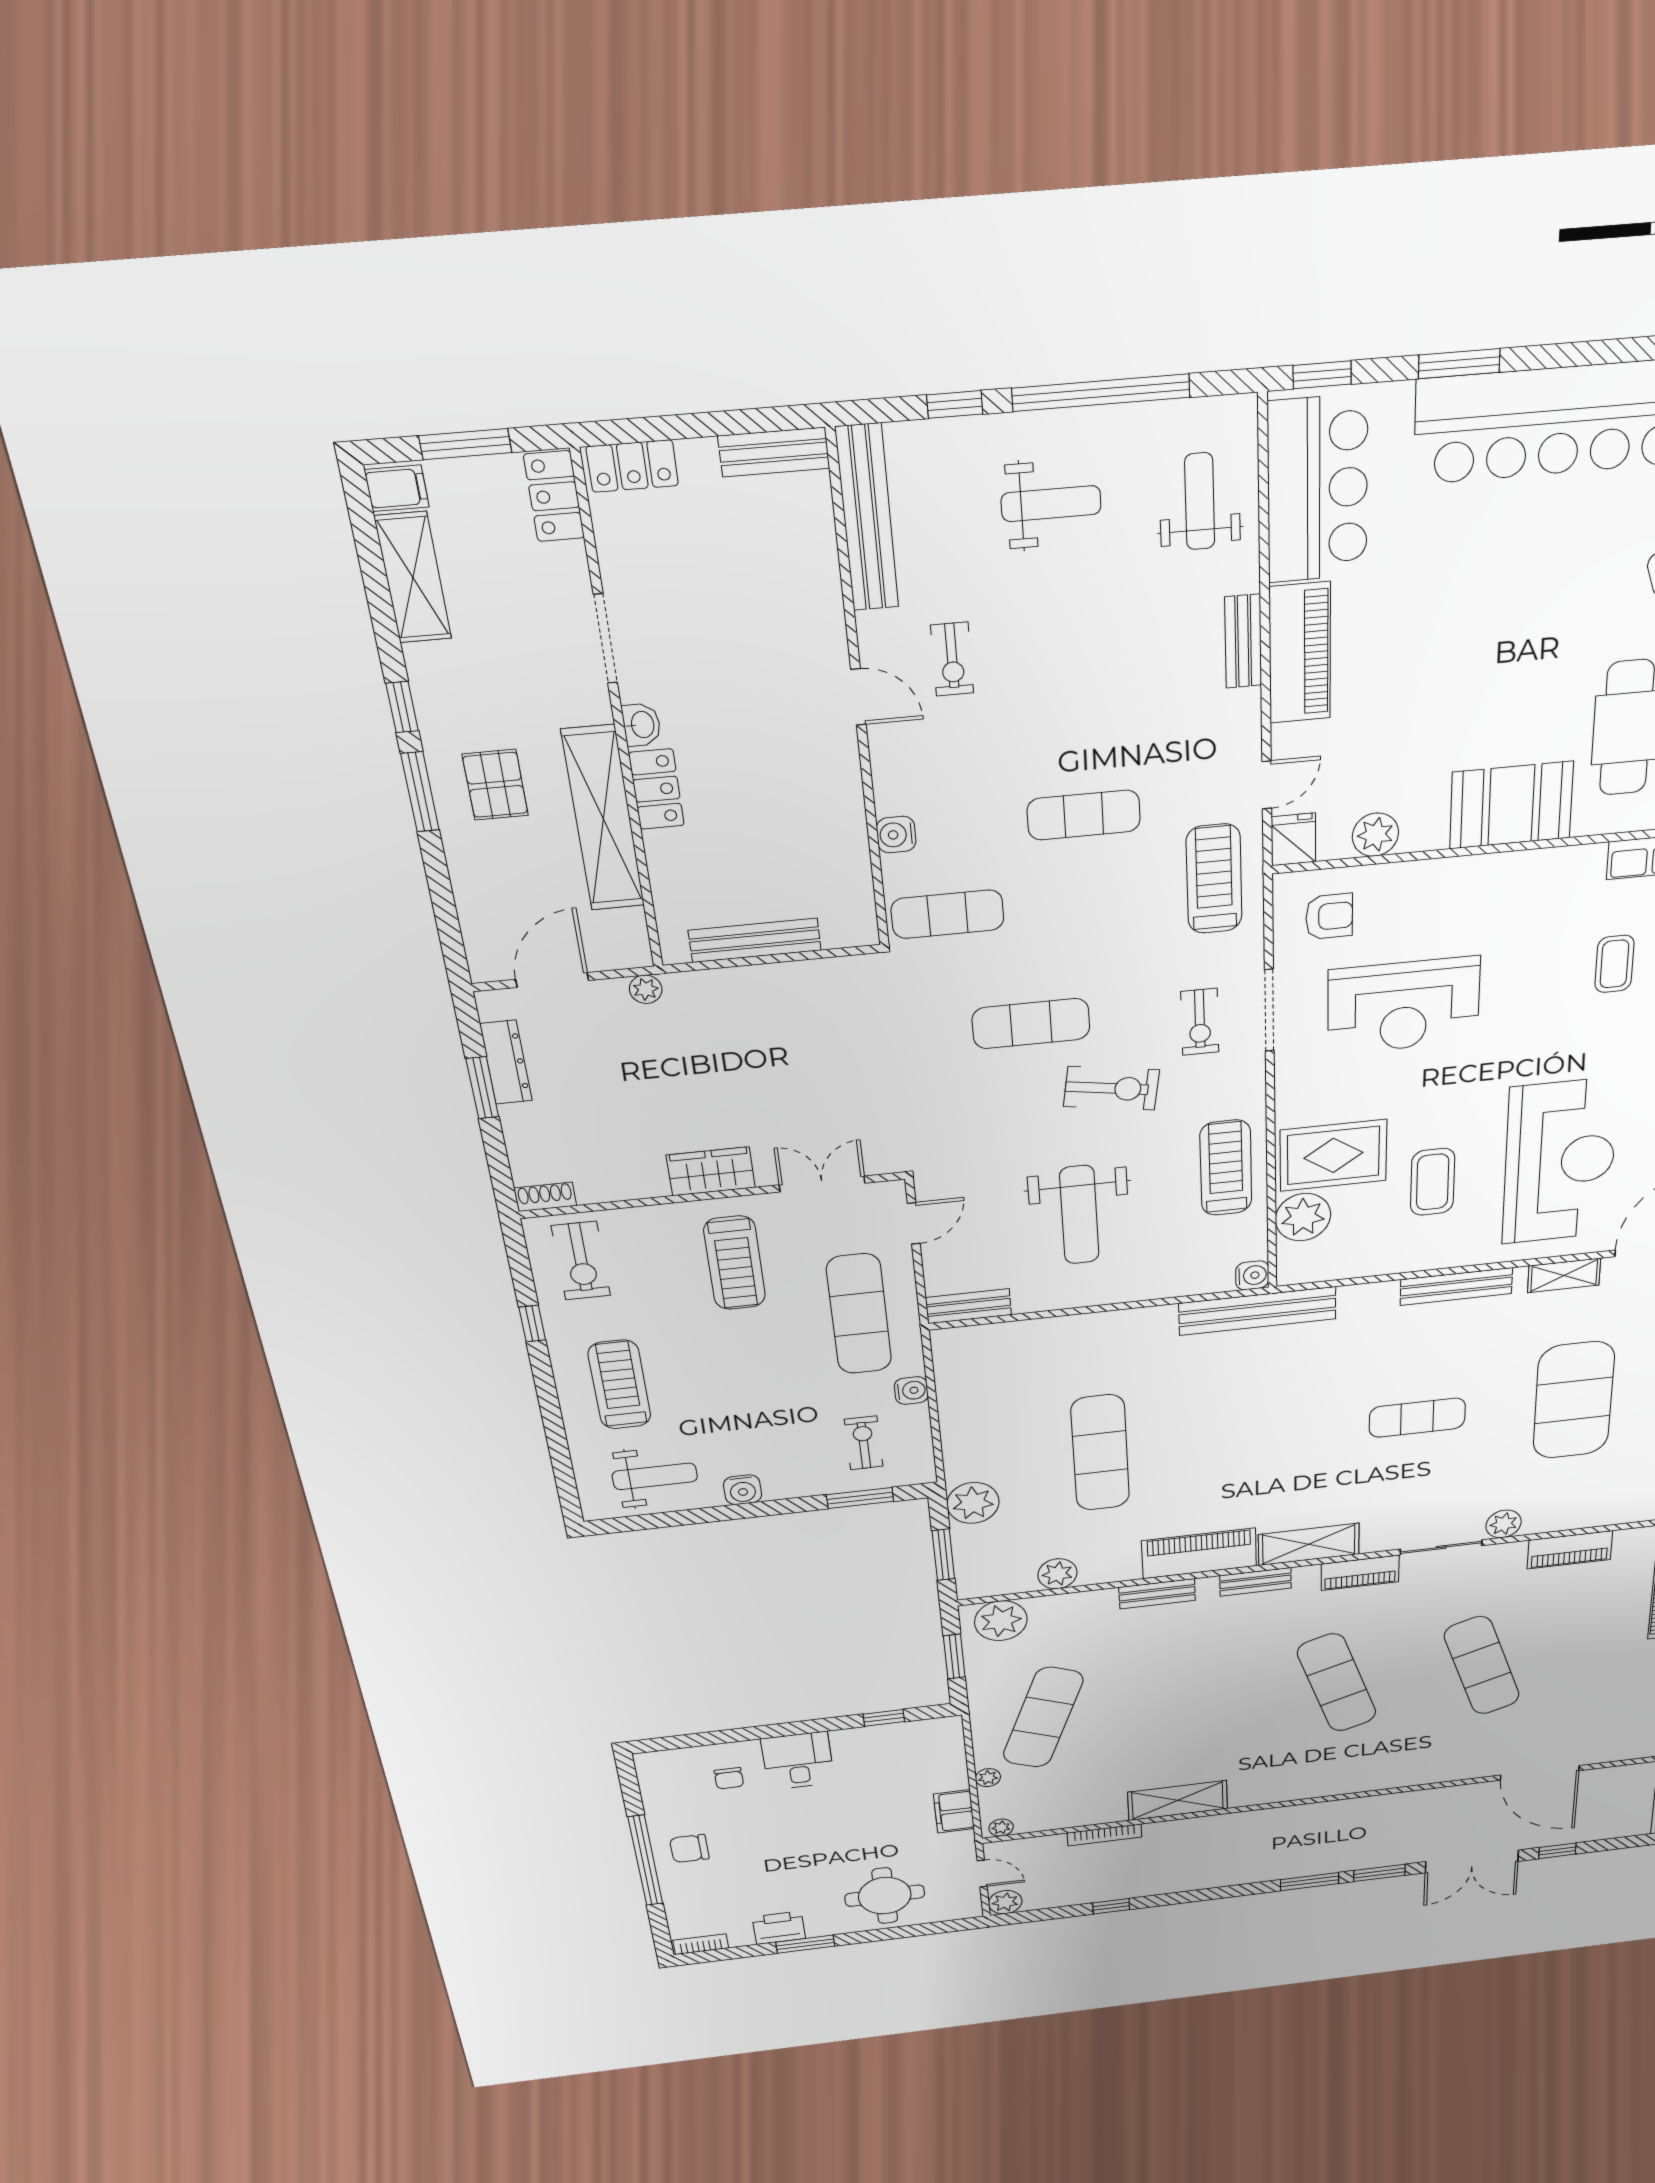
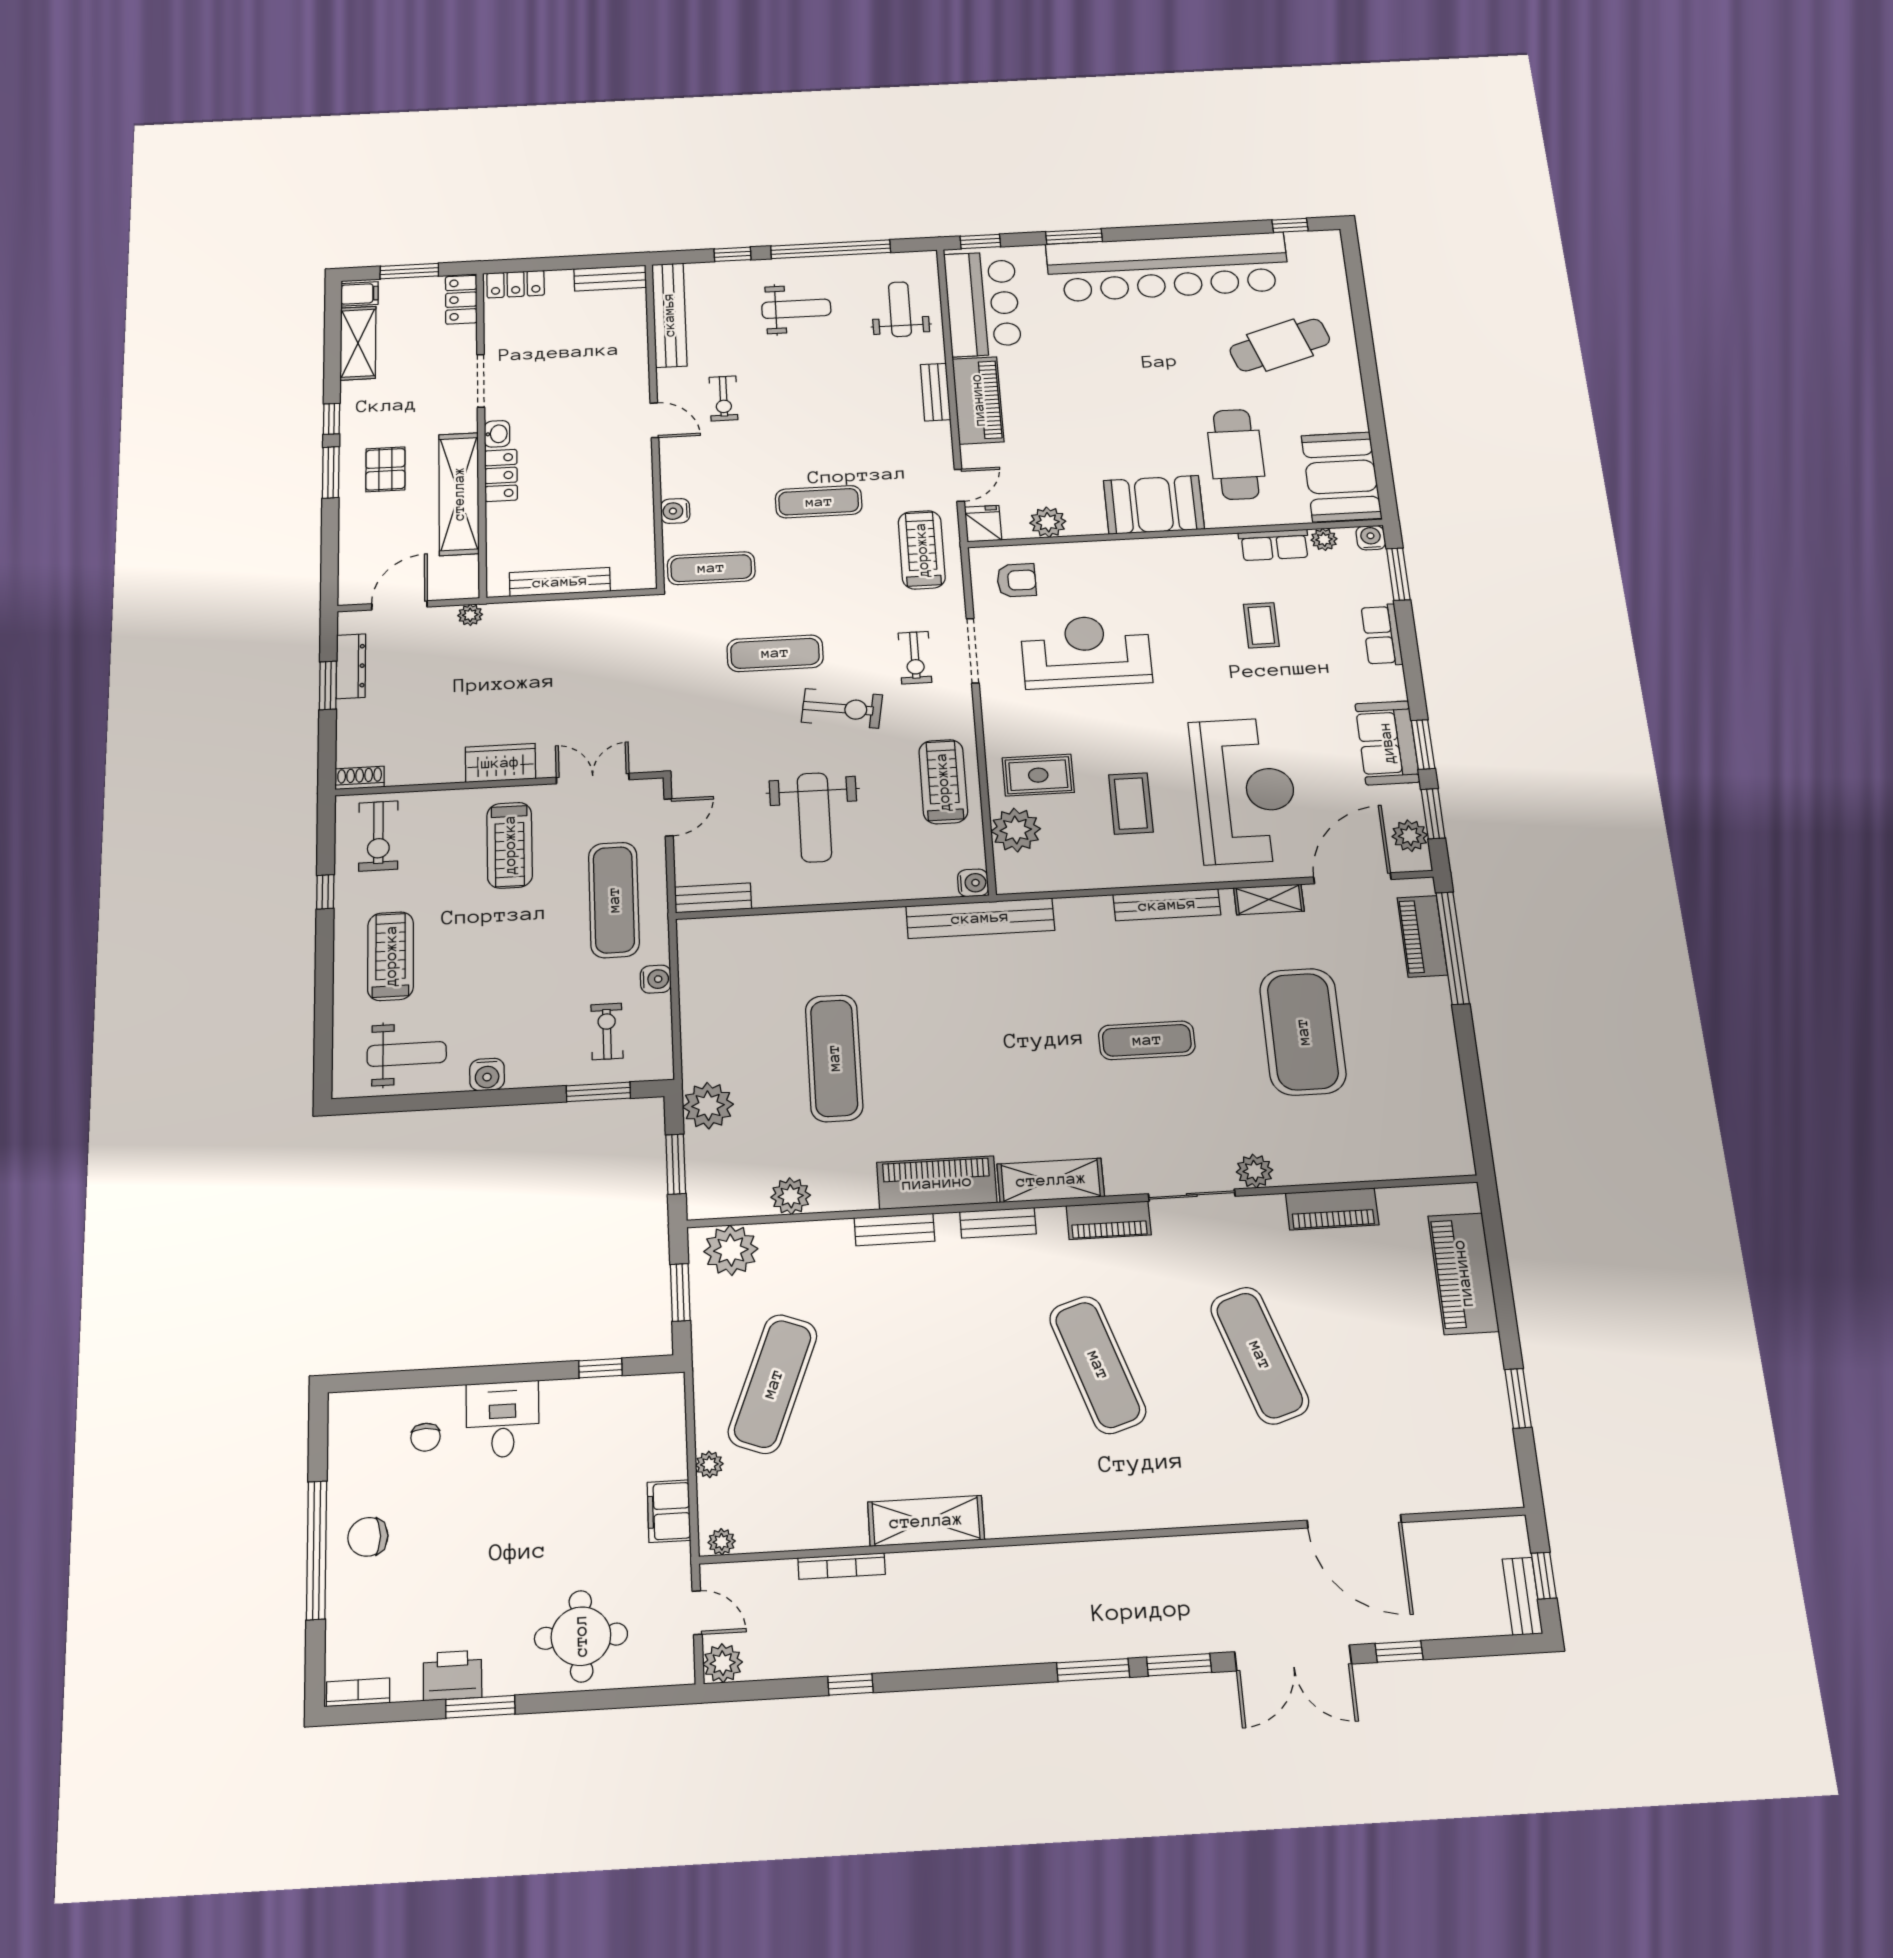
reception desk: (1404, 1006) -> (1086, 652), turned 180
rug: (1333, 1155) -> (1038, 775), width x0.73, depth x0.70

